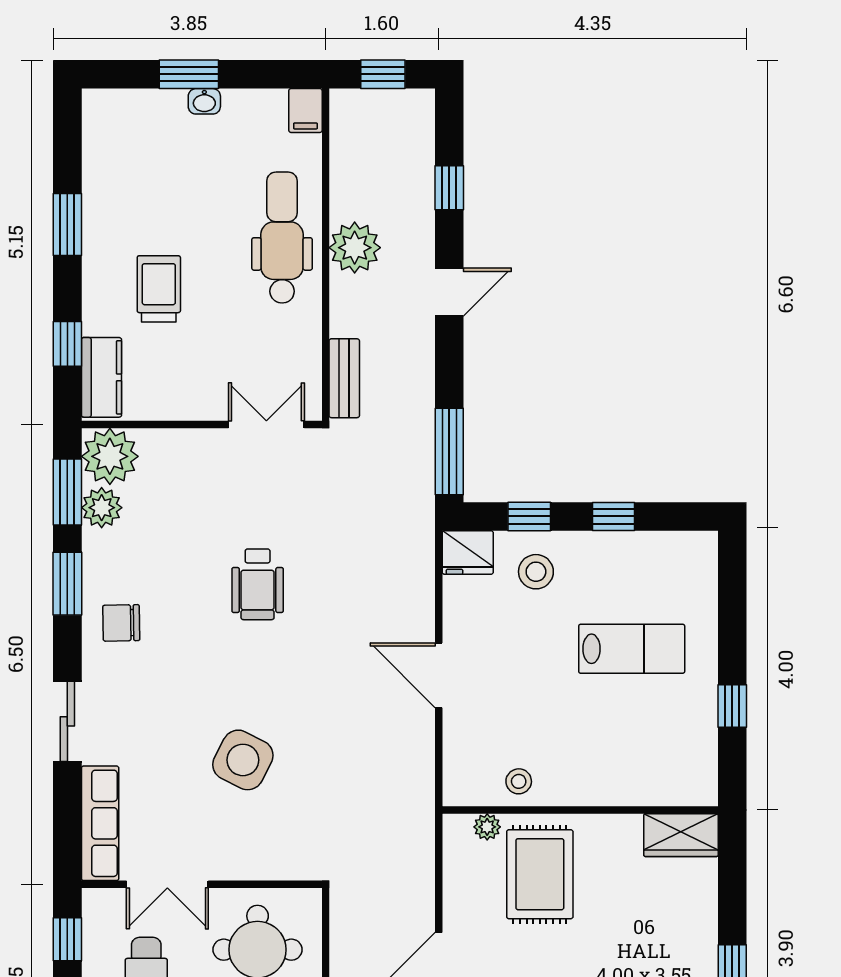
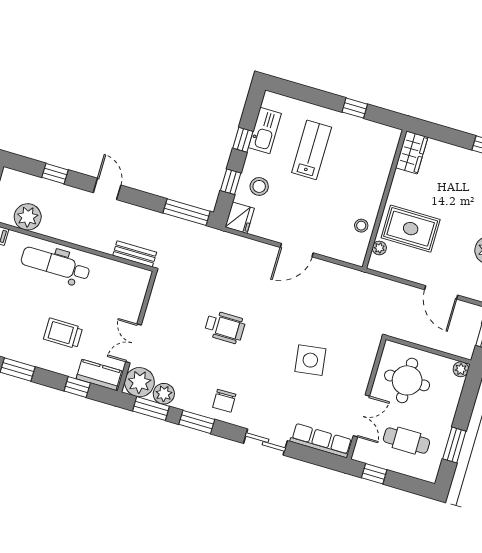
plant: (355, 248) -> (28, 217), moved
double door: (266, 424) -> (134, 343), moved
kitchen sink: (642, 552) -> (265, 131), added
side table: (243, 760) -> (310, 360), turned -35

